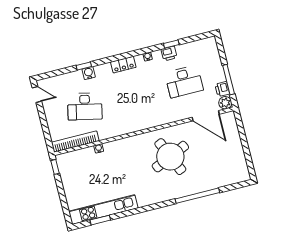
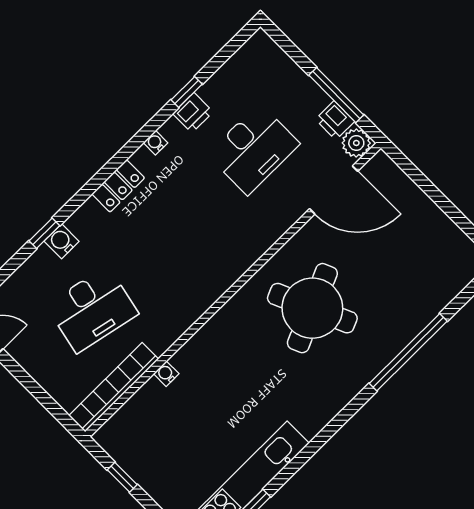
window: (55, 167) -> (122, 477), moved

